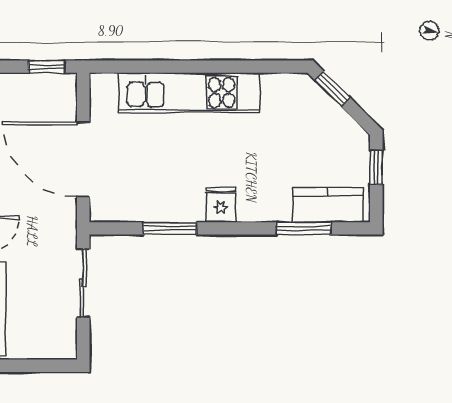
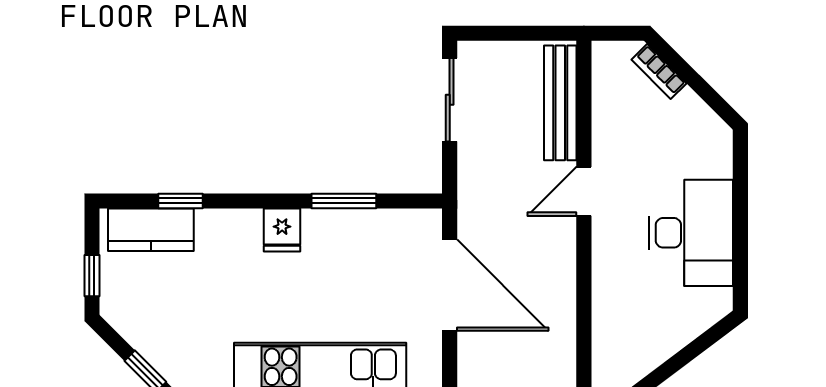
window: (304, 228) -> (181, 201), width x0.67
sliding door: (83, 283) -> (450, 100), moved

